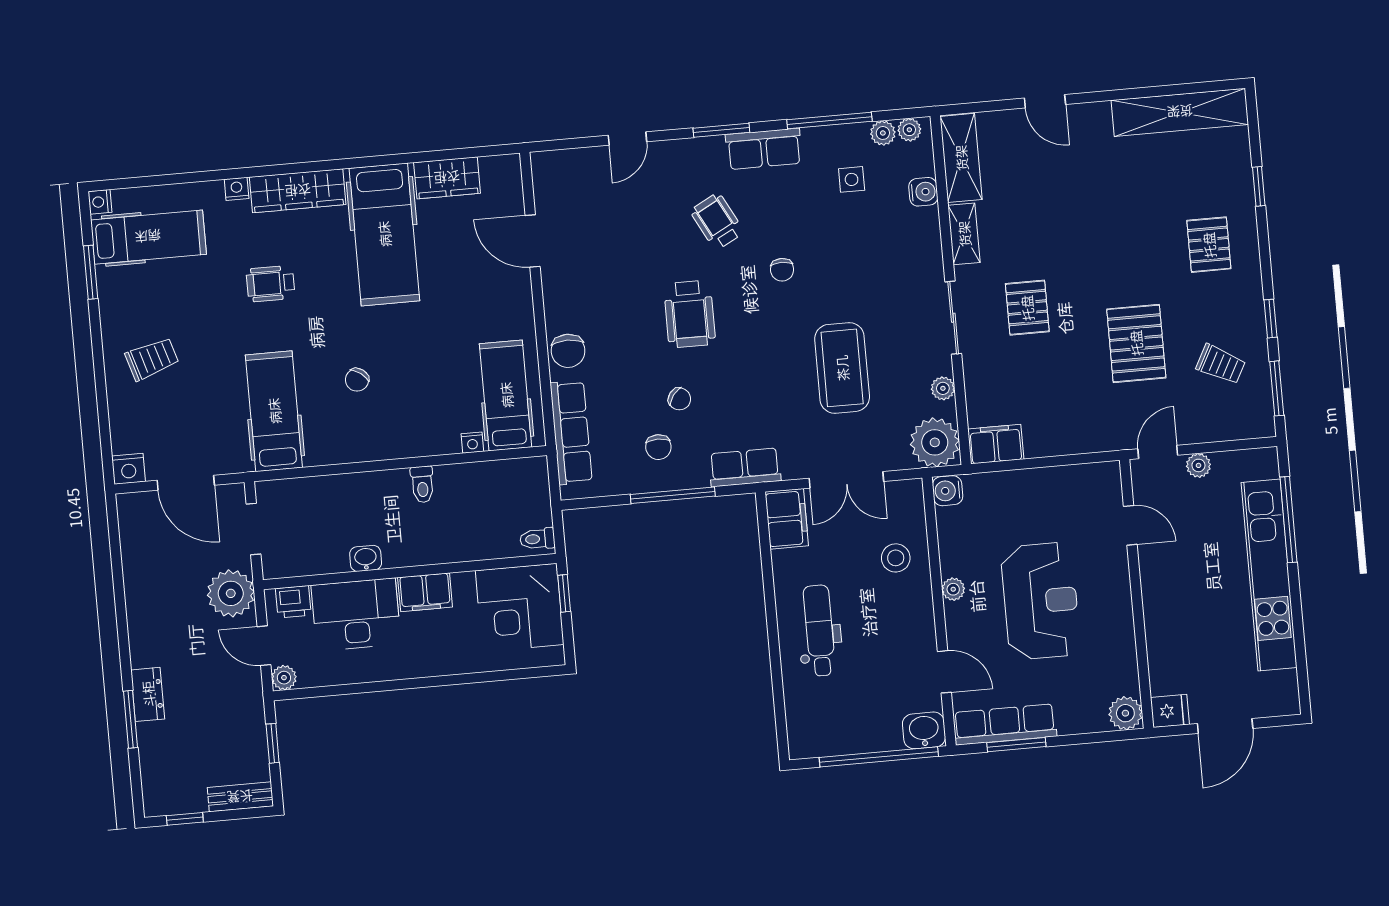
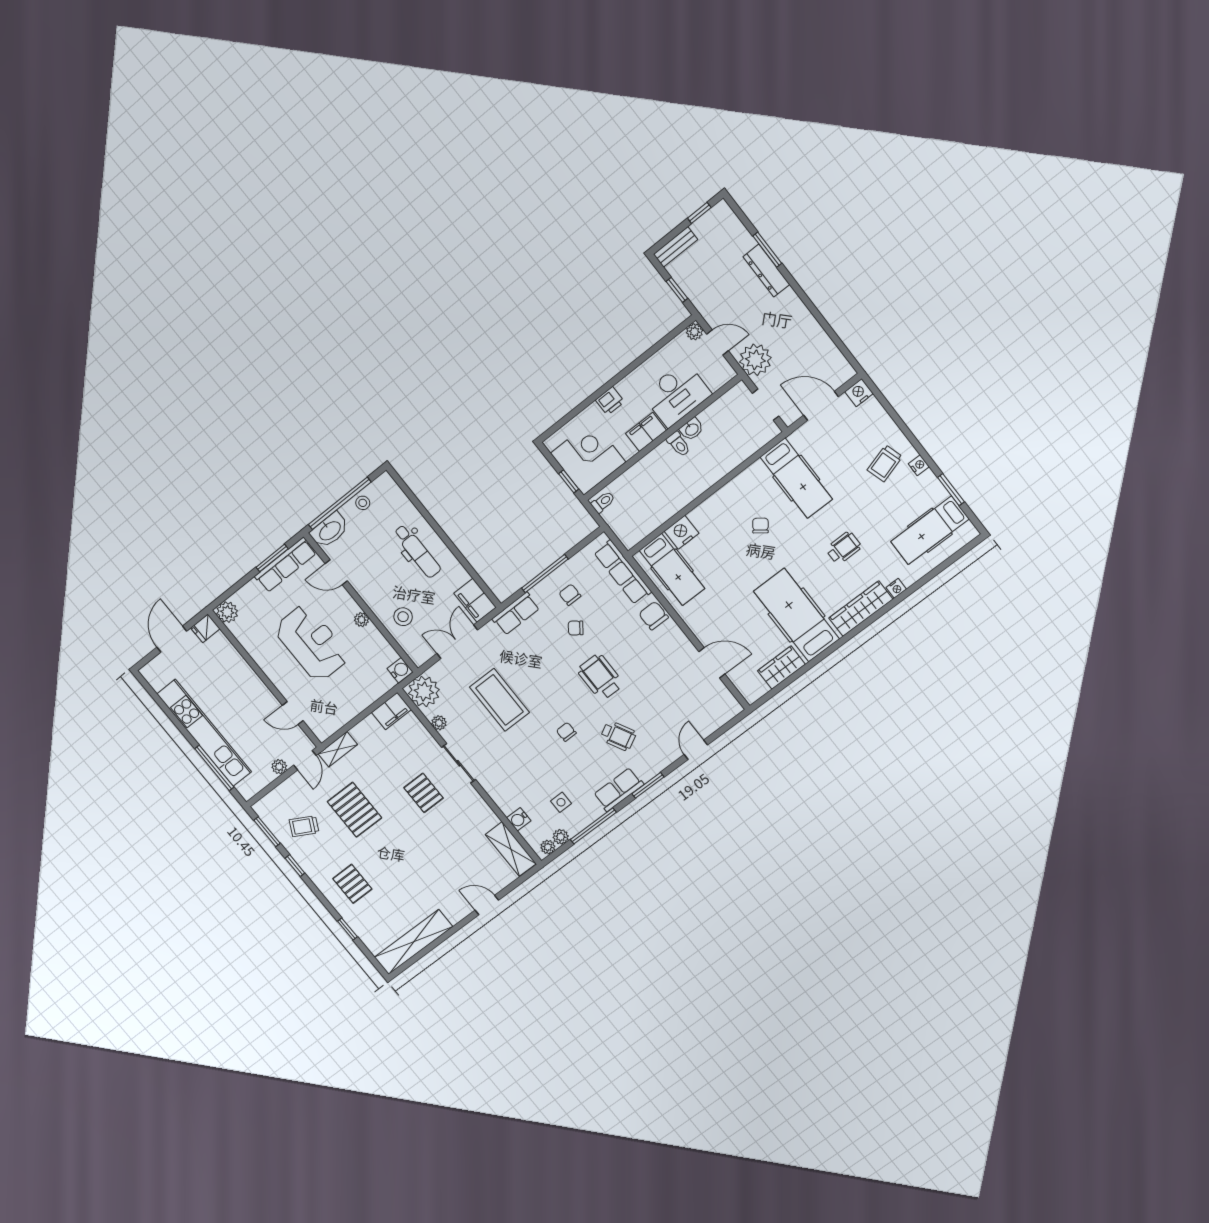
nightstand: (100, 202) -> (919, 465), moved
shelving: (964, 234) -> (338, 749), moved, turned 90
nightstand: (472, 443) -> (682, 532), width x1.89, depth x1.79
toilet: (422, 484) -> (679, 444), moved, turned 180
reception desk: (1041, 601) -> (312, 643), turned 180
printer: (293, 602) -> (610, 401), moved, turned 180
dresser: (148, 694) -> (766, 271), width x1.44
washbasin: (924, 730) -> (330, 530), width x1.38
stool: (848, 738) -> (363, 503), added

